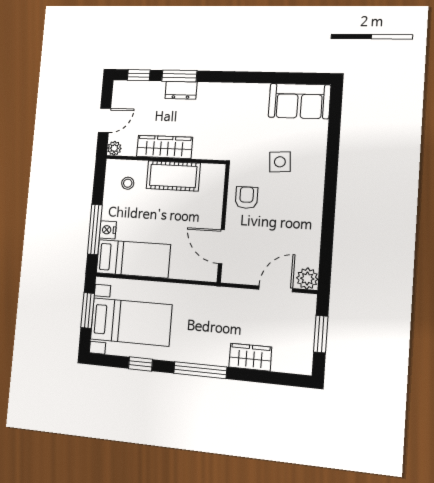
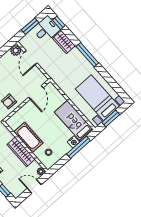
door: (276, 289) -> (31, 58), hinge flipped
desk: (293, 352) -> (46, 29), added
window: (140, 364) -> (59, 23), moved

